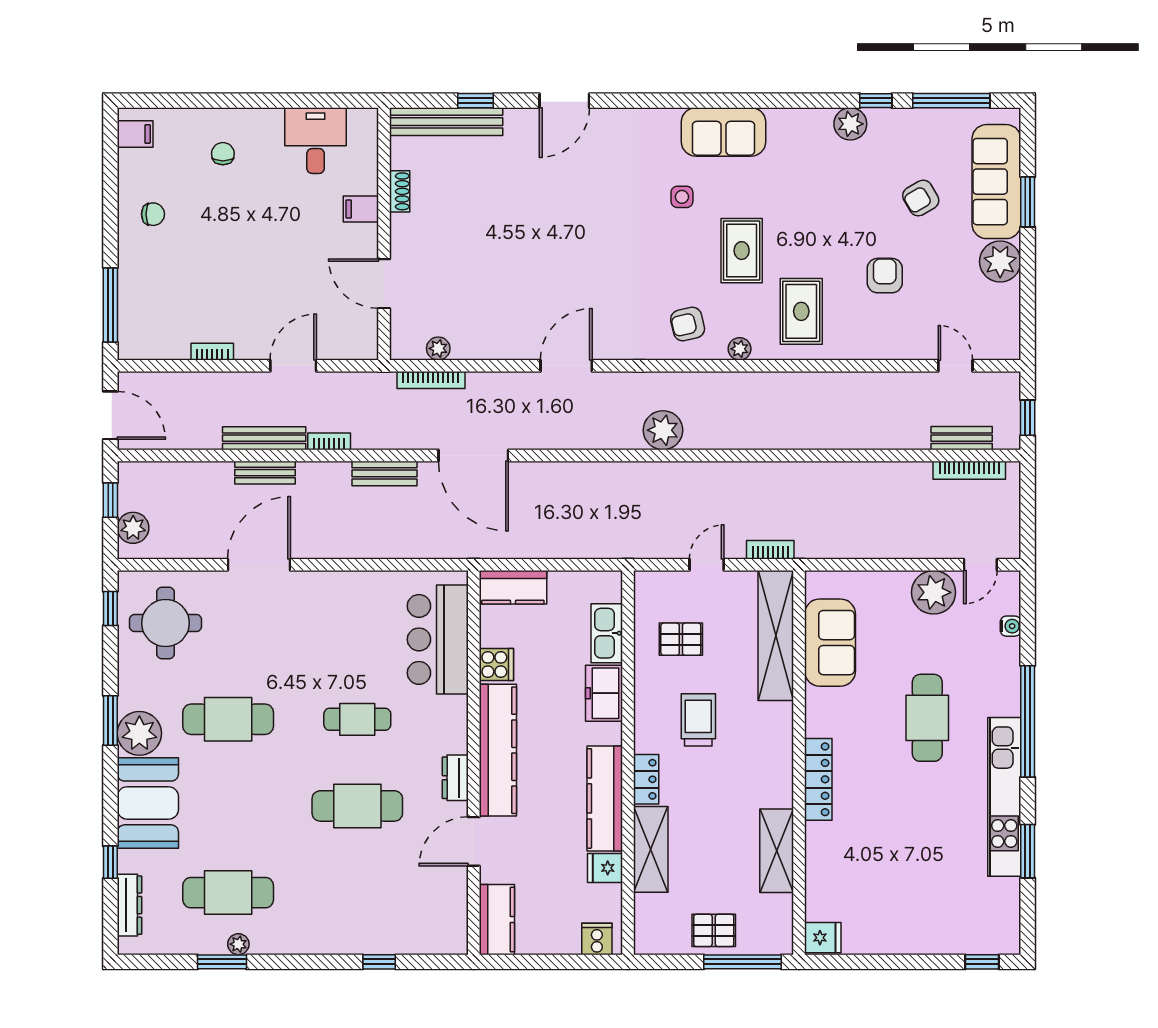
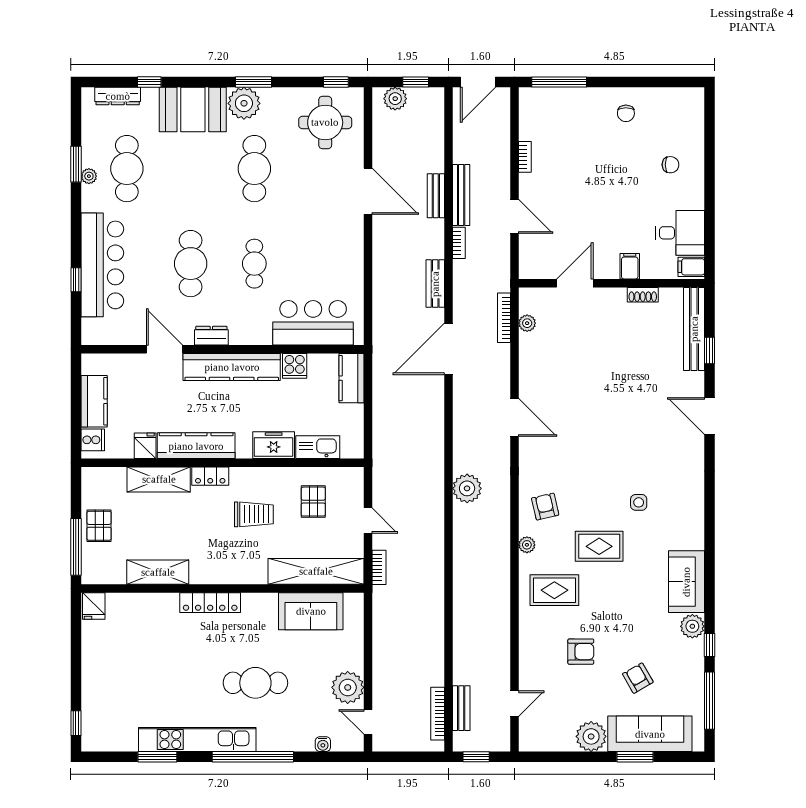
sofa: (723, 132) -> (686, 582), moved
filing cabinet: (135, 134) -> (691, 267), moved, turned 90
kitchen counter: (497, 920) -> (94, 401), moved, turned -90
bar counter: (359, 926) -> (102, 265), added

